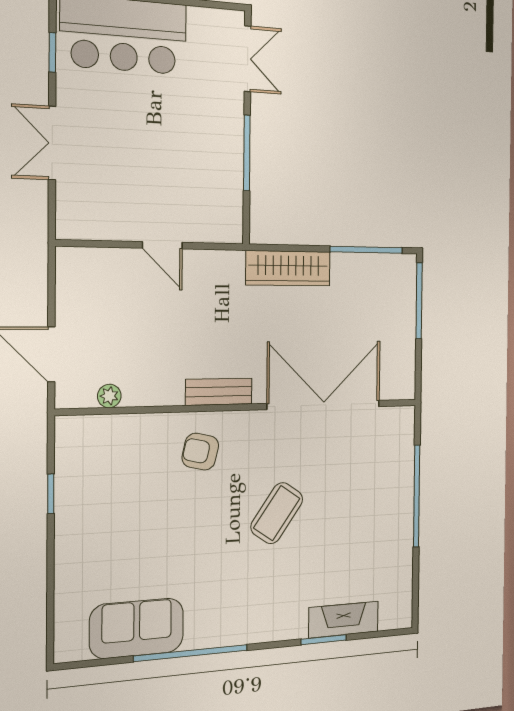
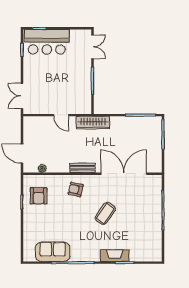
double door: (52, 143) -> (22, 96), moved
wardrobe: (288, 268) -> (93, 123), moved
armchair: (98, 474) -> (39, 196), added
fireplace: (344, 620) -> (115, 256), moved

